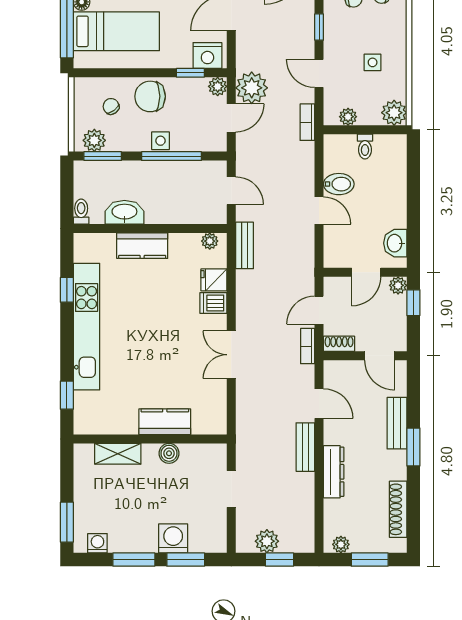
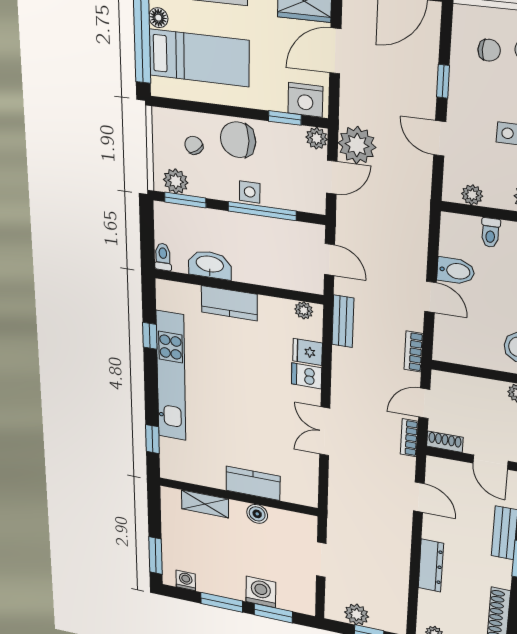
bookcase: (307, 122) -> (414, 351), moved
door: (366, 272) -> (481, 373), removed
bench: (305, 447) -> (402, 536), removed

